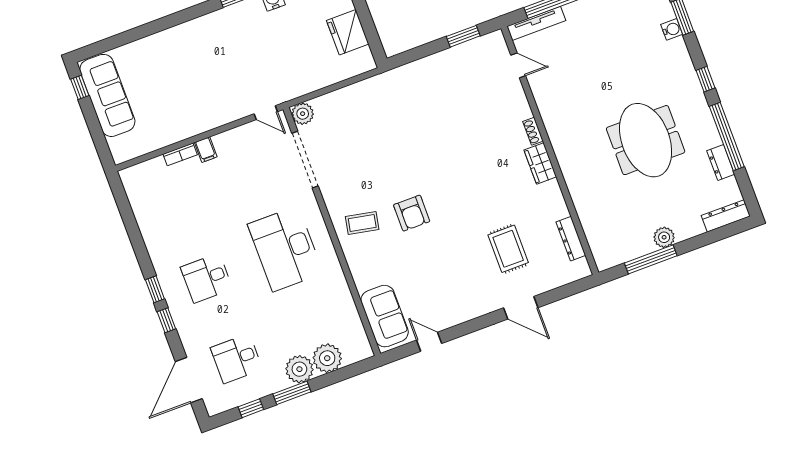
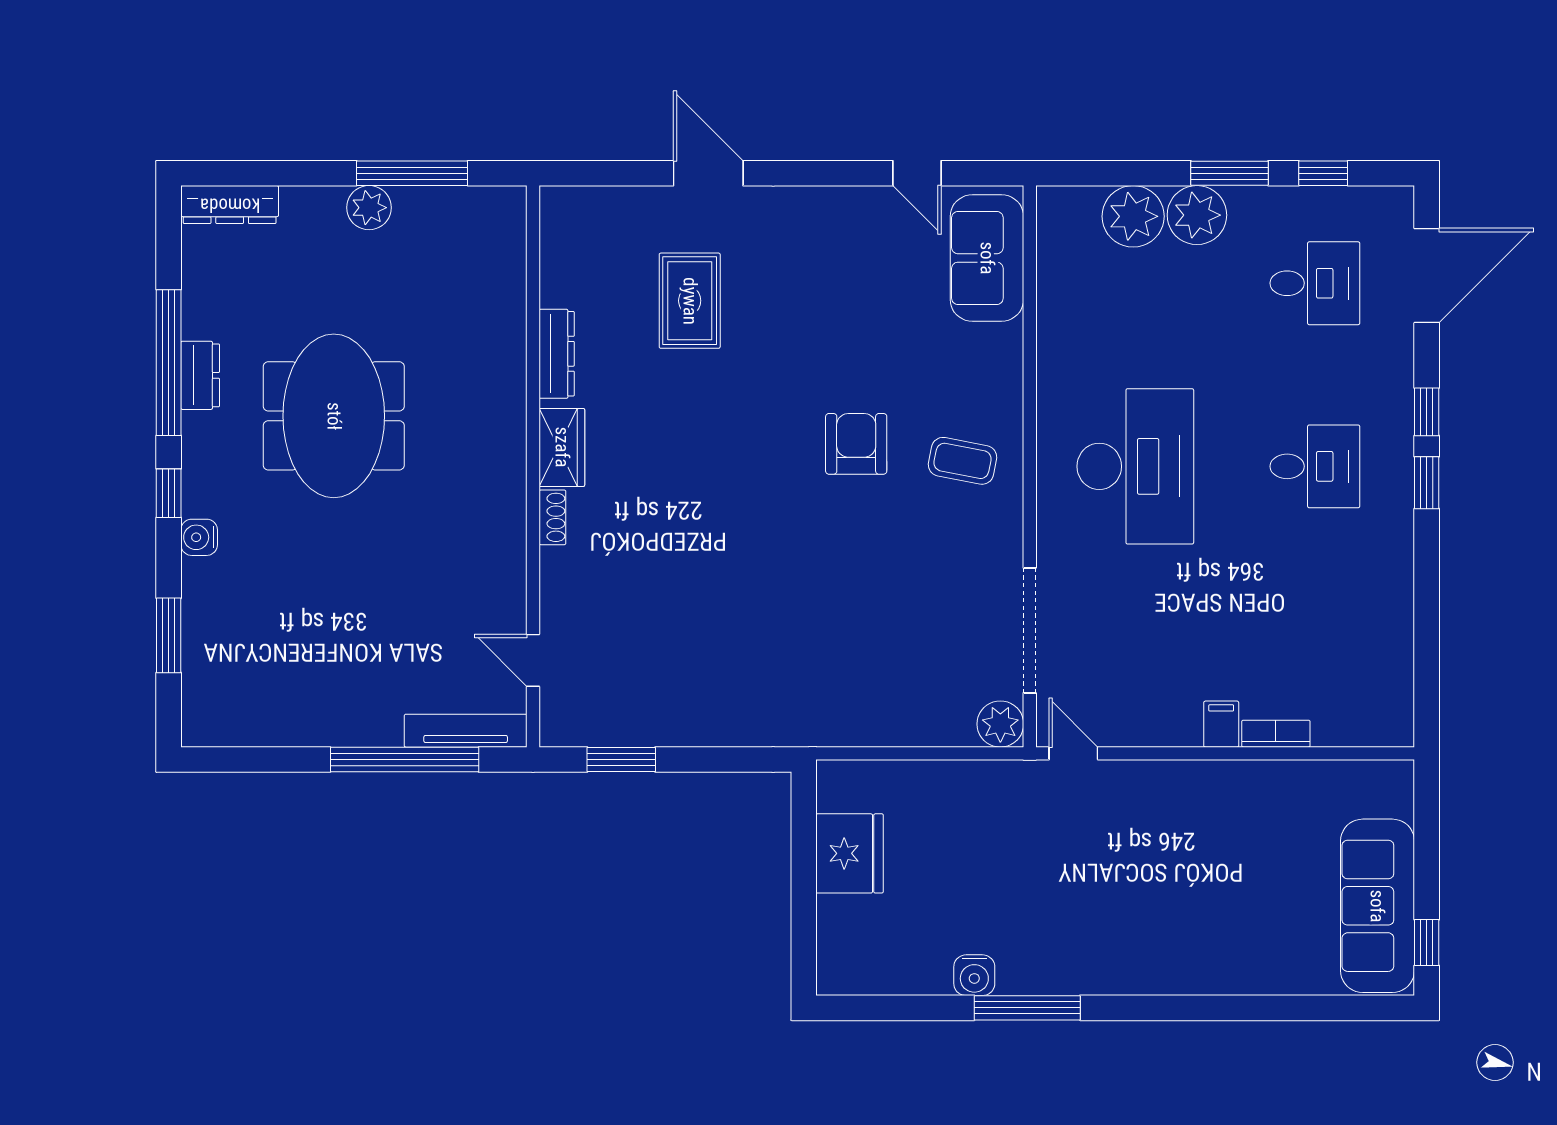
water cooler: (672, 29) -> (199, 537), moved
dresser: (721, 162) -> (200, 375), moved
dresser: (571, 239) -> (557, 354), moved

